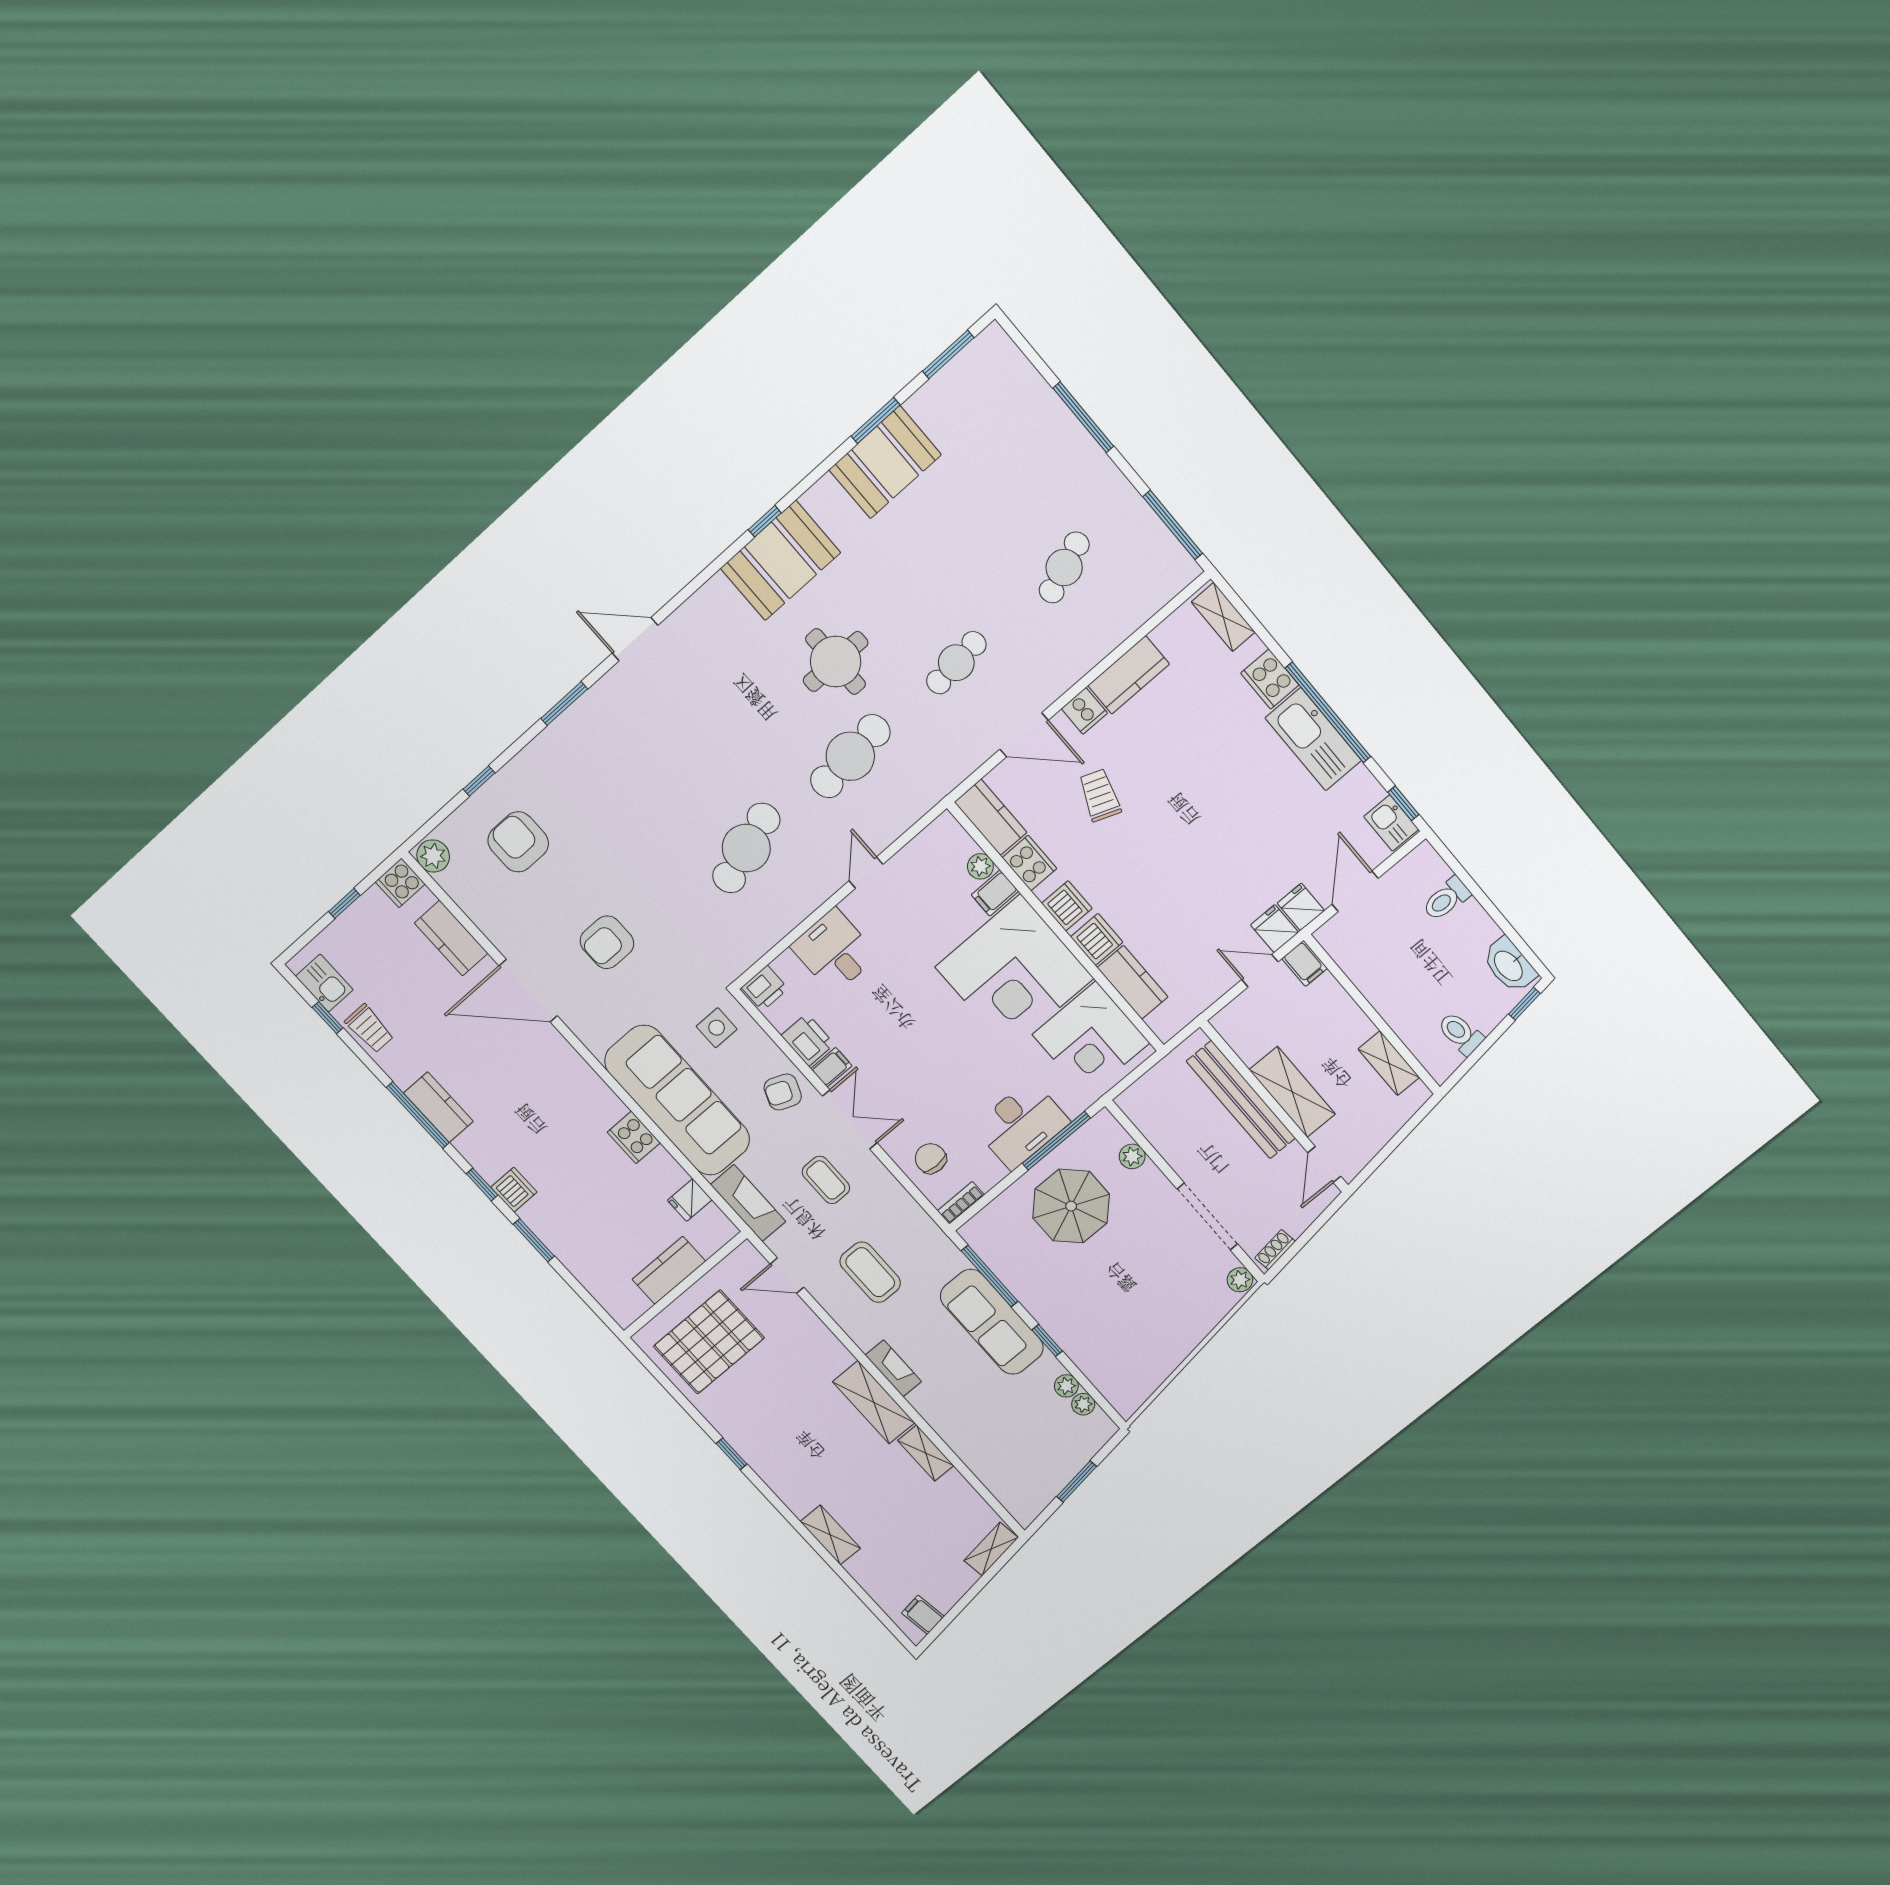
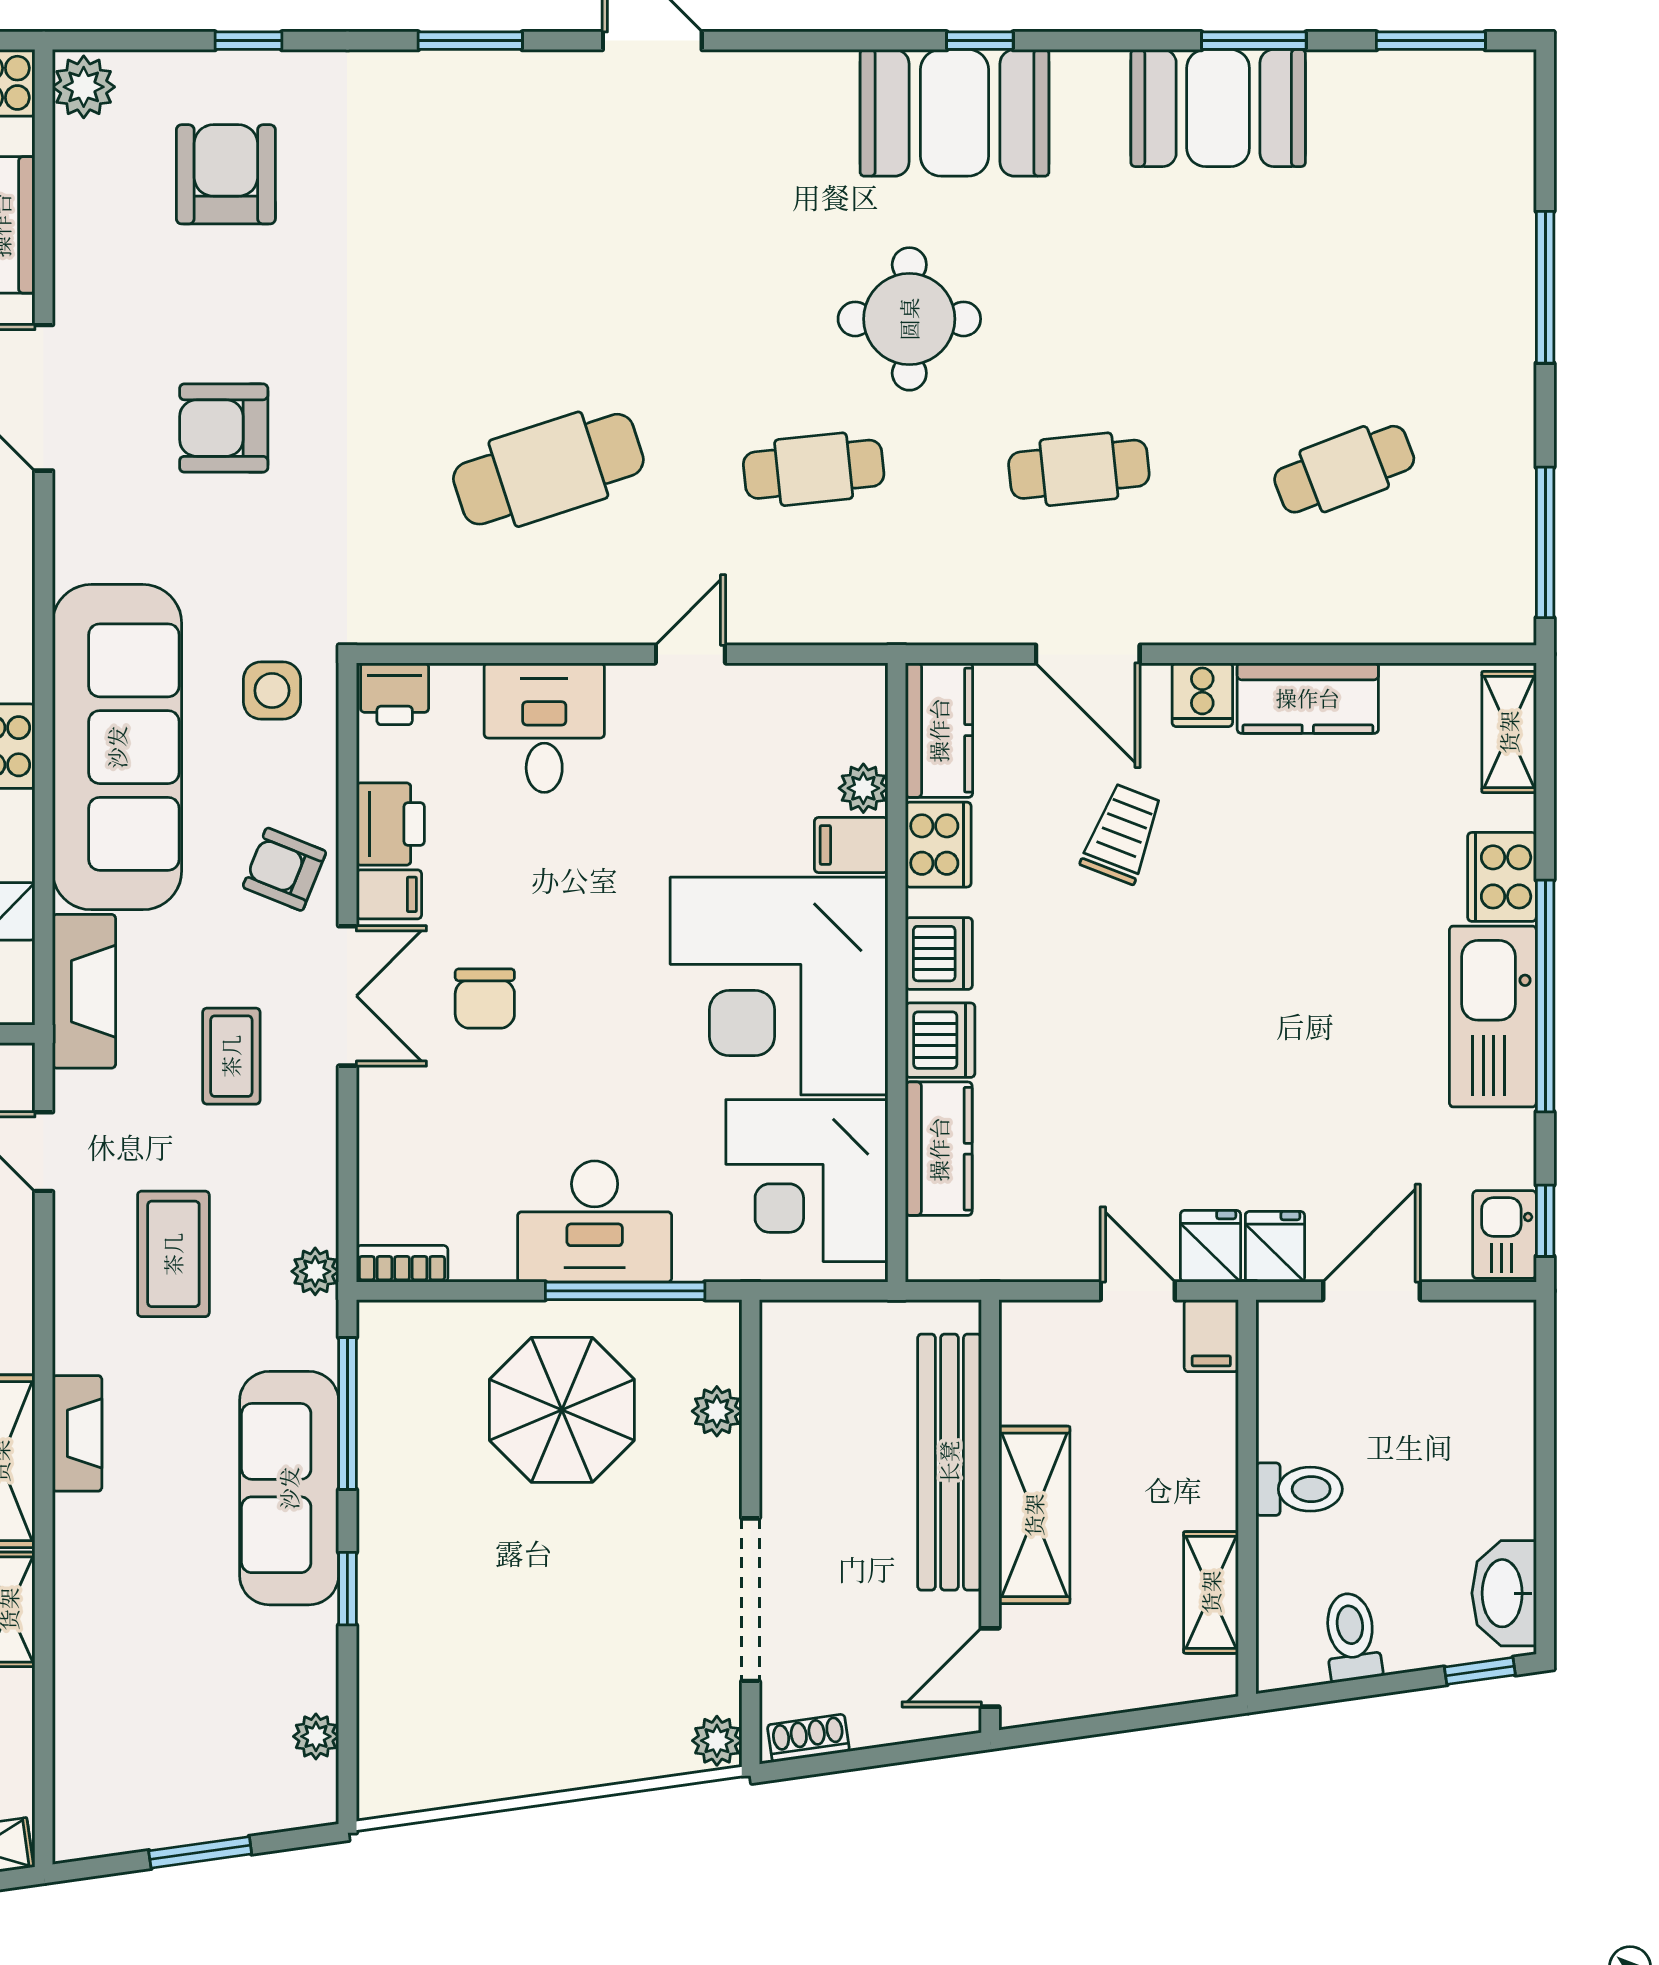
cafe table: (850, 756) -> (814, 469), width x0.73, depth x0.74
toilet: (1446, 899) -> (1299, 1489), moved, turned 180
chair: (931, 1158) -> (485, 999), moved, turned 180
plant: (1066, 1386) -> (315, 1271), moved

